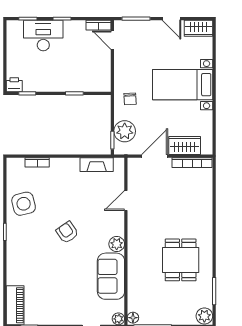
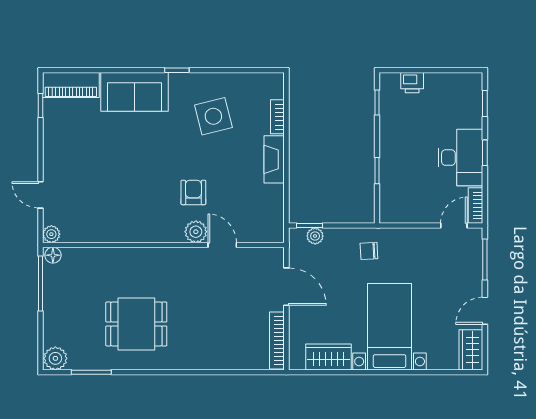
desk: (43, 36) -> (460, 158), moved
printer: (14, 85) -> (412, 83), moved, turned 90
plant: (125, 131) -> (315, 236), width x0.53, depth x0.53
wardrobe: (185, 145) -> (329, 357), moved, turned -90
fireplace: (97, 165) -> (274, 159), moved
side table: (24, 204) -> (213, 116), moved
armchair: (67, 232) -> (193, 192), moved, turned -55
plant: (117, 244) -> (196, 232), moved
sofa: (111, 276) -> (135, 92), moved, turned 180

